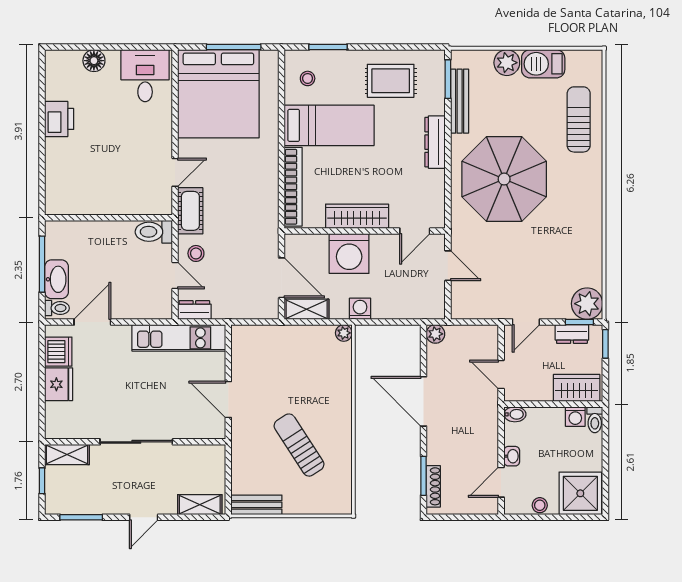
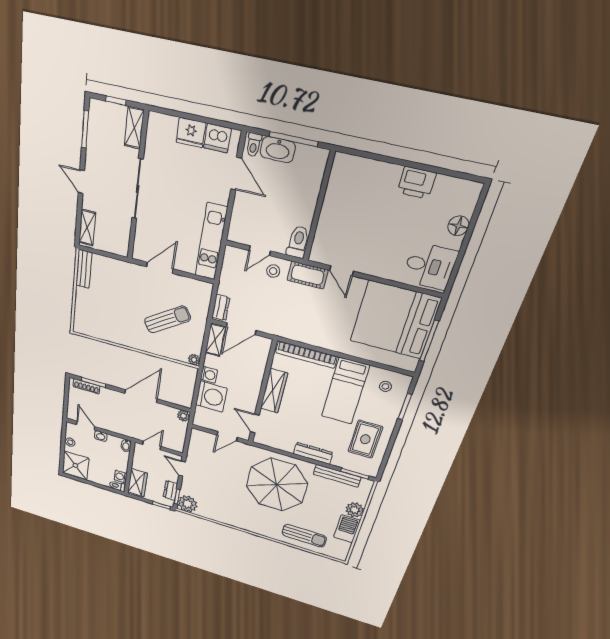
washing machine: (349, 254) -> (211, 397), moved, turned 180
dresser: (194, 310) -> (221, 308), moved
sun lounger: (299, 445) -> (167, 319), moved

